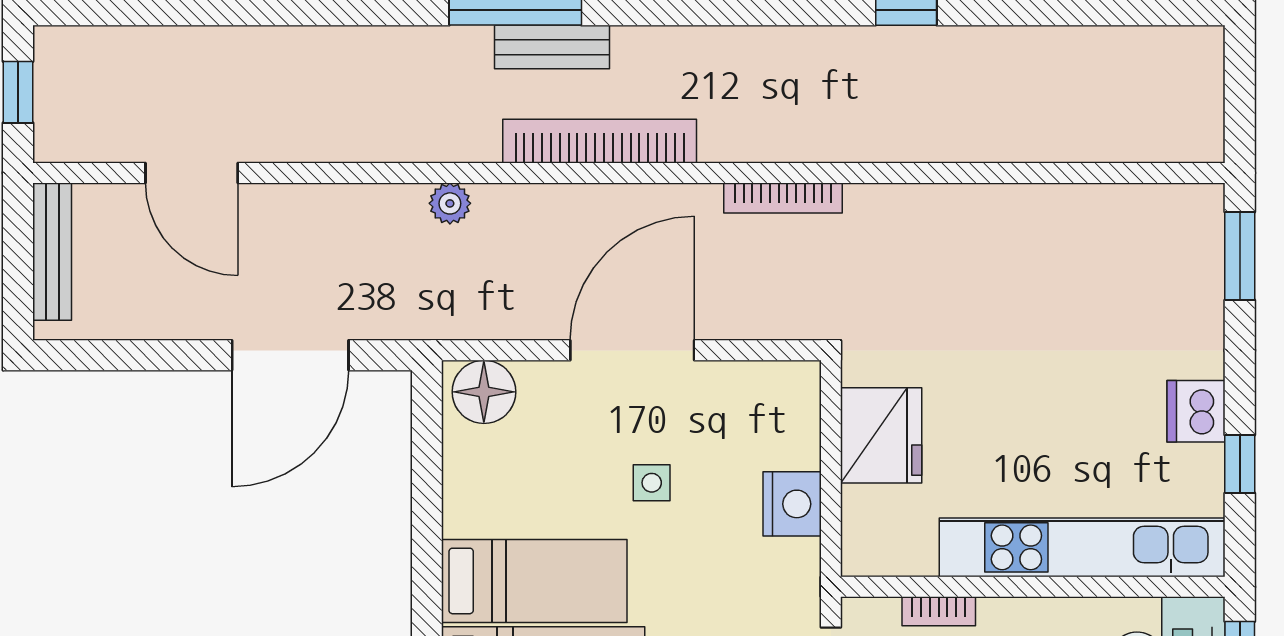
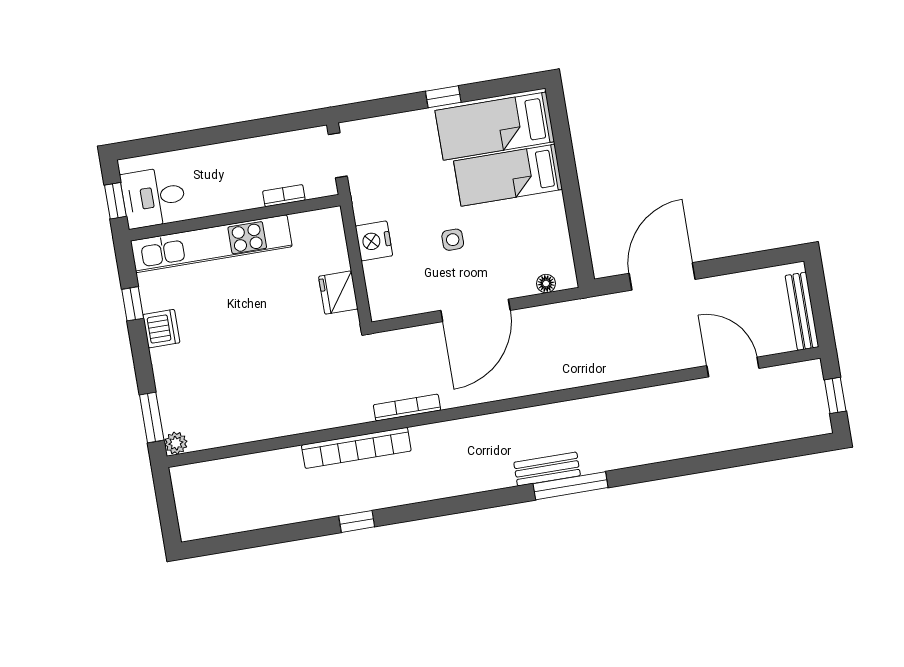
bookcase: (600, 141) -> (356, 448), moved
plant: (450, 203) -> (176, 443), moved
floor lamp: (484, 392) -> (546, 284), width x0.53, depth x0.53
fridge: (881, 435) -> (338, 293), width x0.73, depth x0.75

